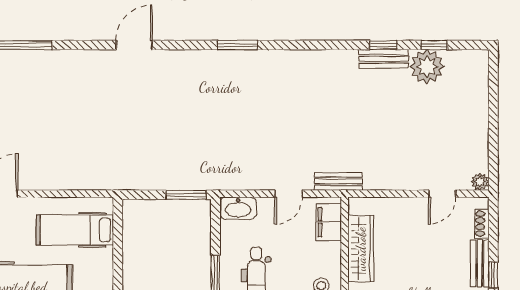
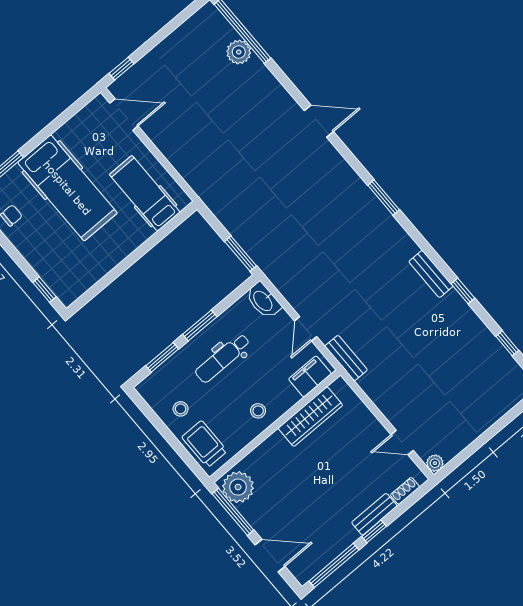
window: (383, 45) -> (463, 291), moved
bench: (384, 59) -> (431, 274), moved
plant: (427, 67) -> (239, 52), moved, width x0.73, depth x0.73
door: (288, 194) -> (306, 329), hinge flipped

